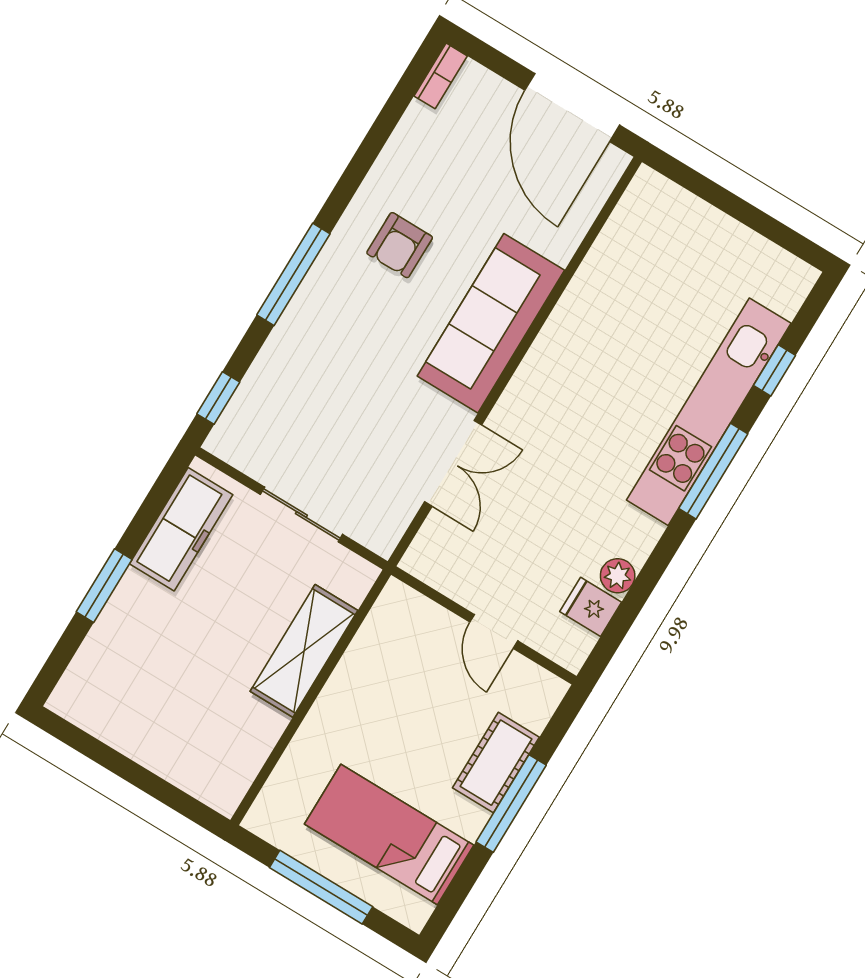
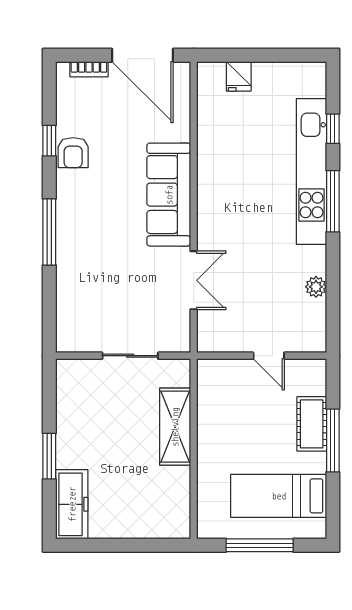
bookcase: (441, 76) -> (89, 69), moved, turned 90
armchair: (400, 245) -> (73, 153), moved
window: (218, 398) -> (49, 141), moved
freezer: (181, 529) -> (72, 504), moved
fridge: (591, 607) -> (239, 76), moved, turned -90

